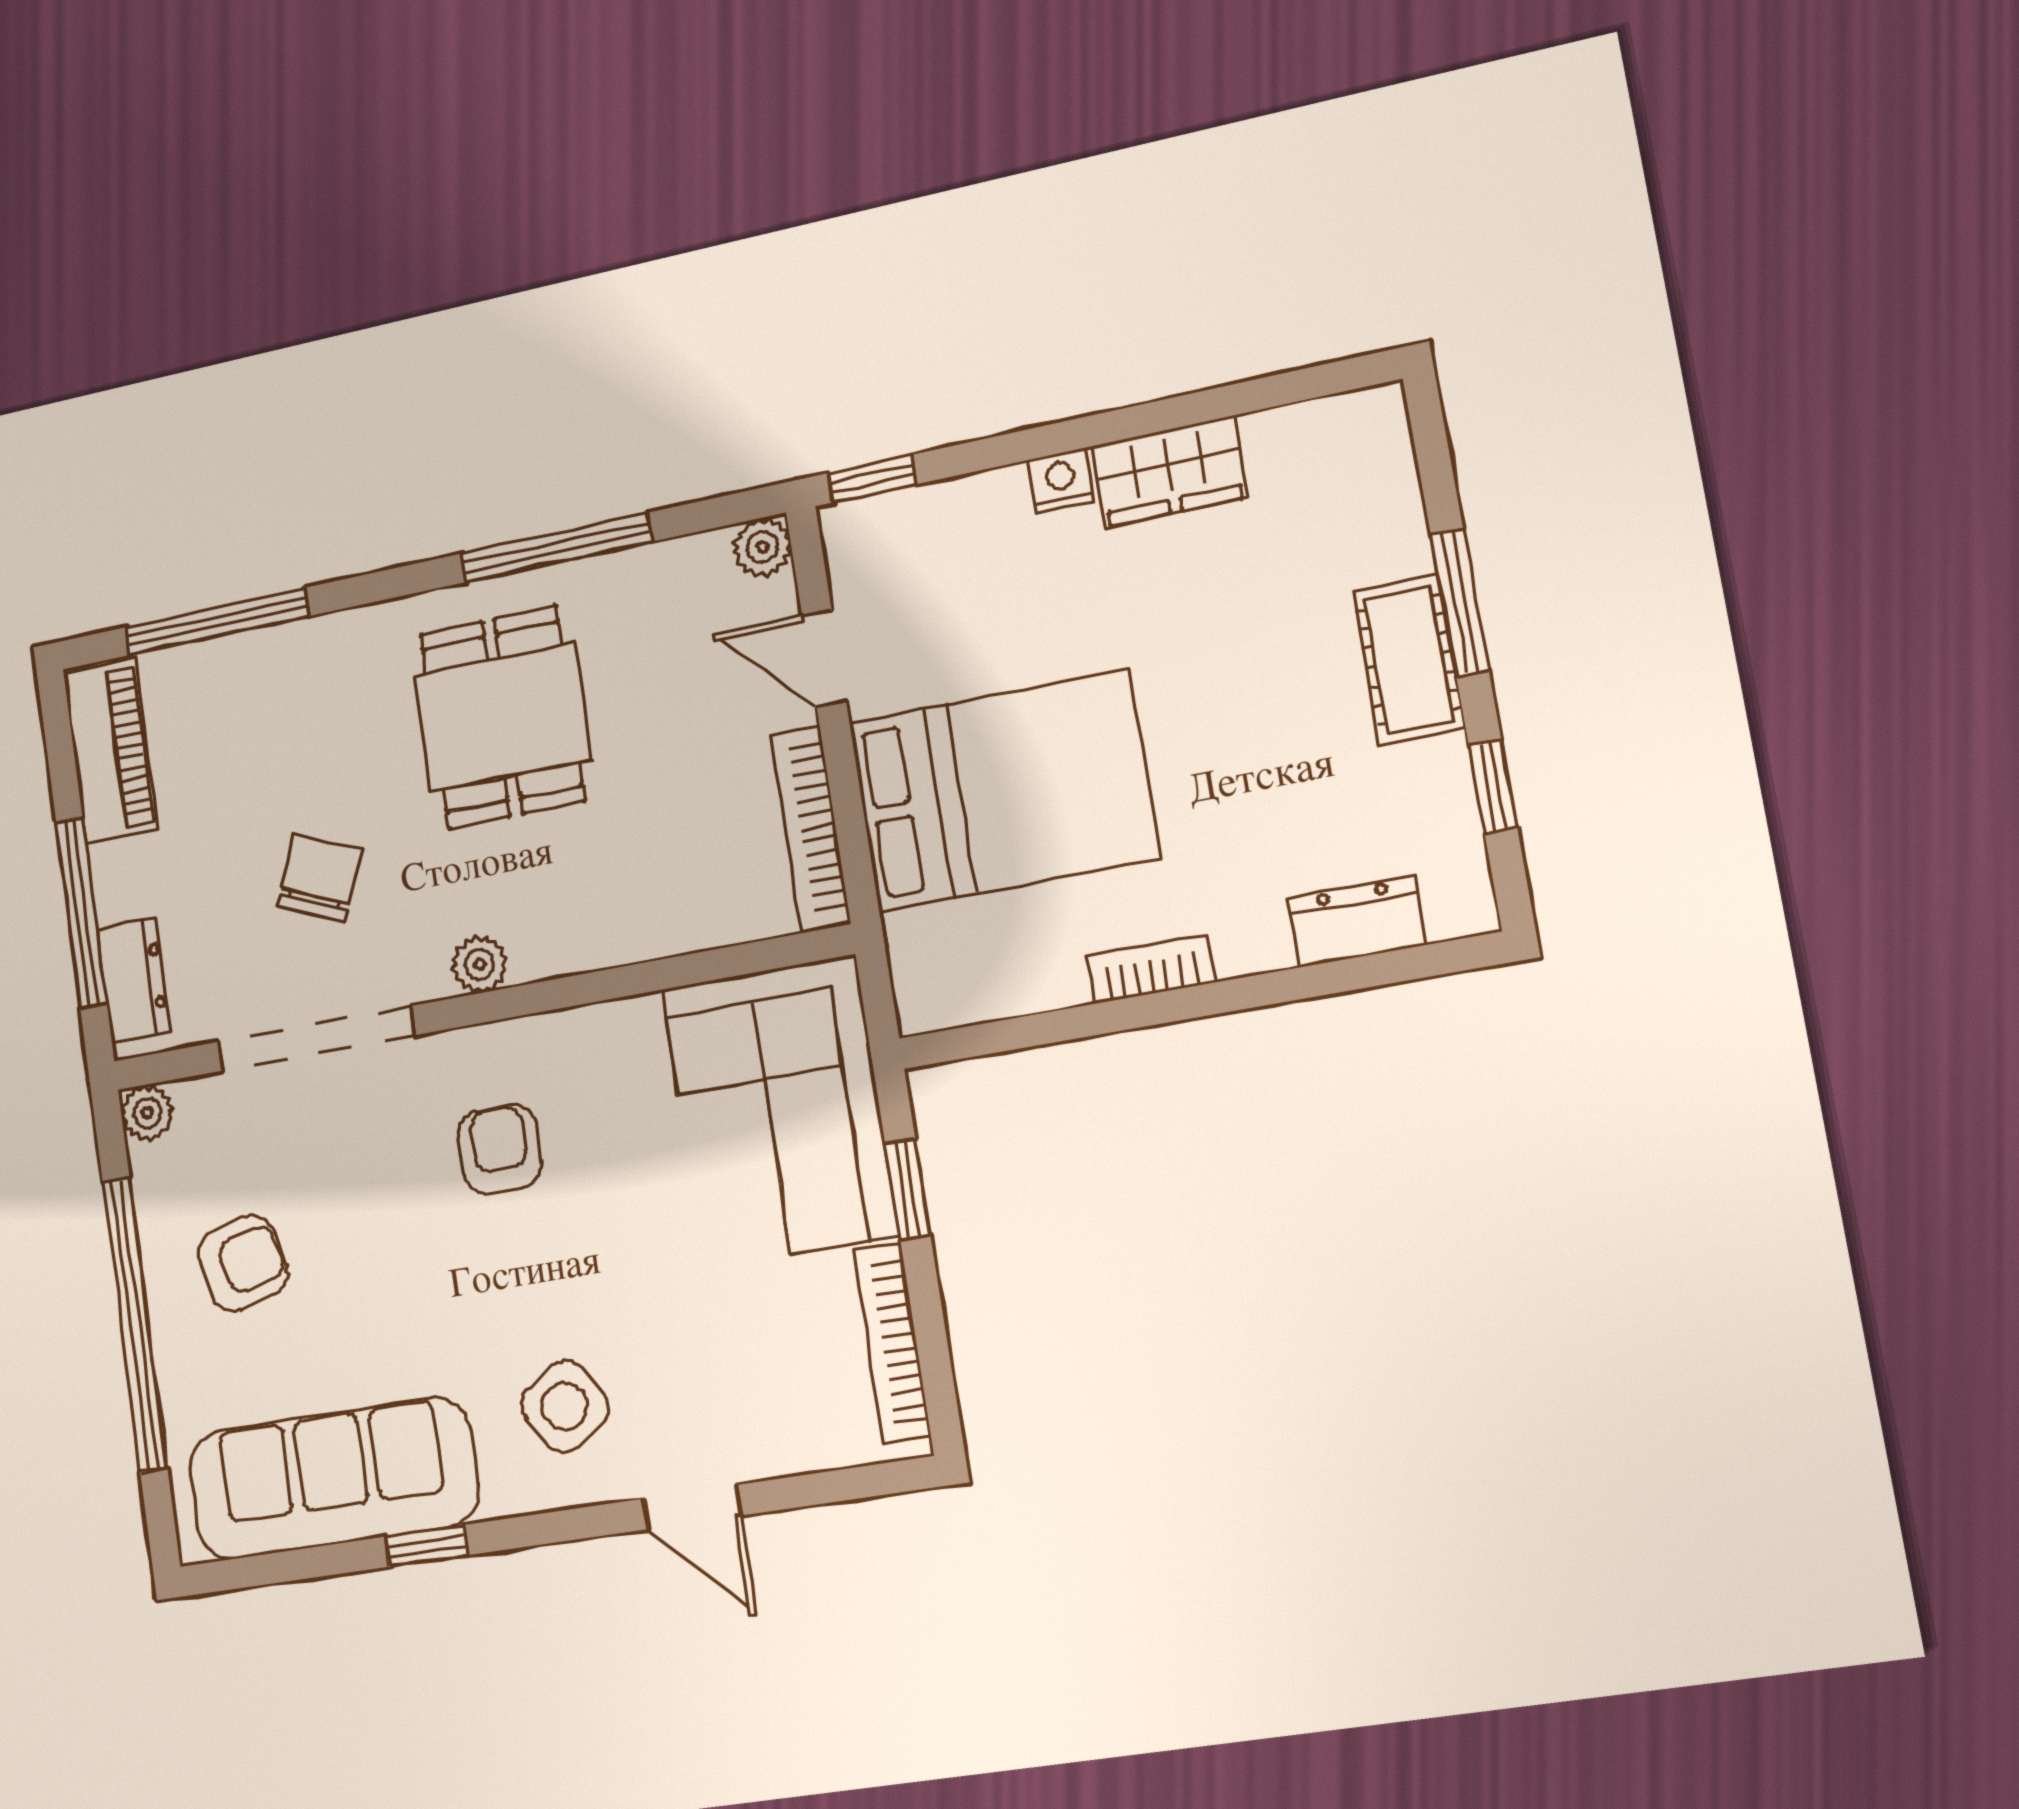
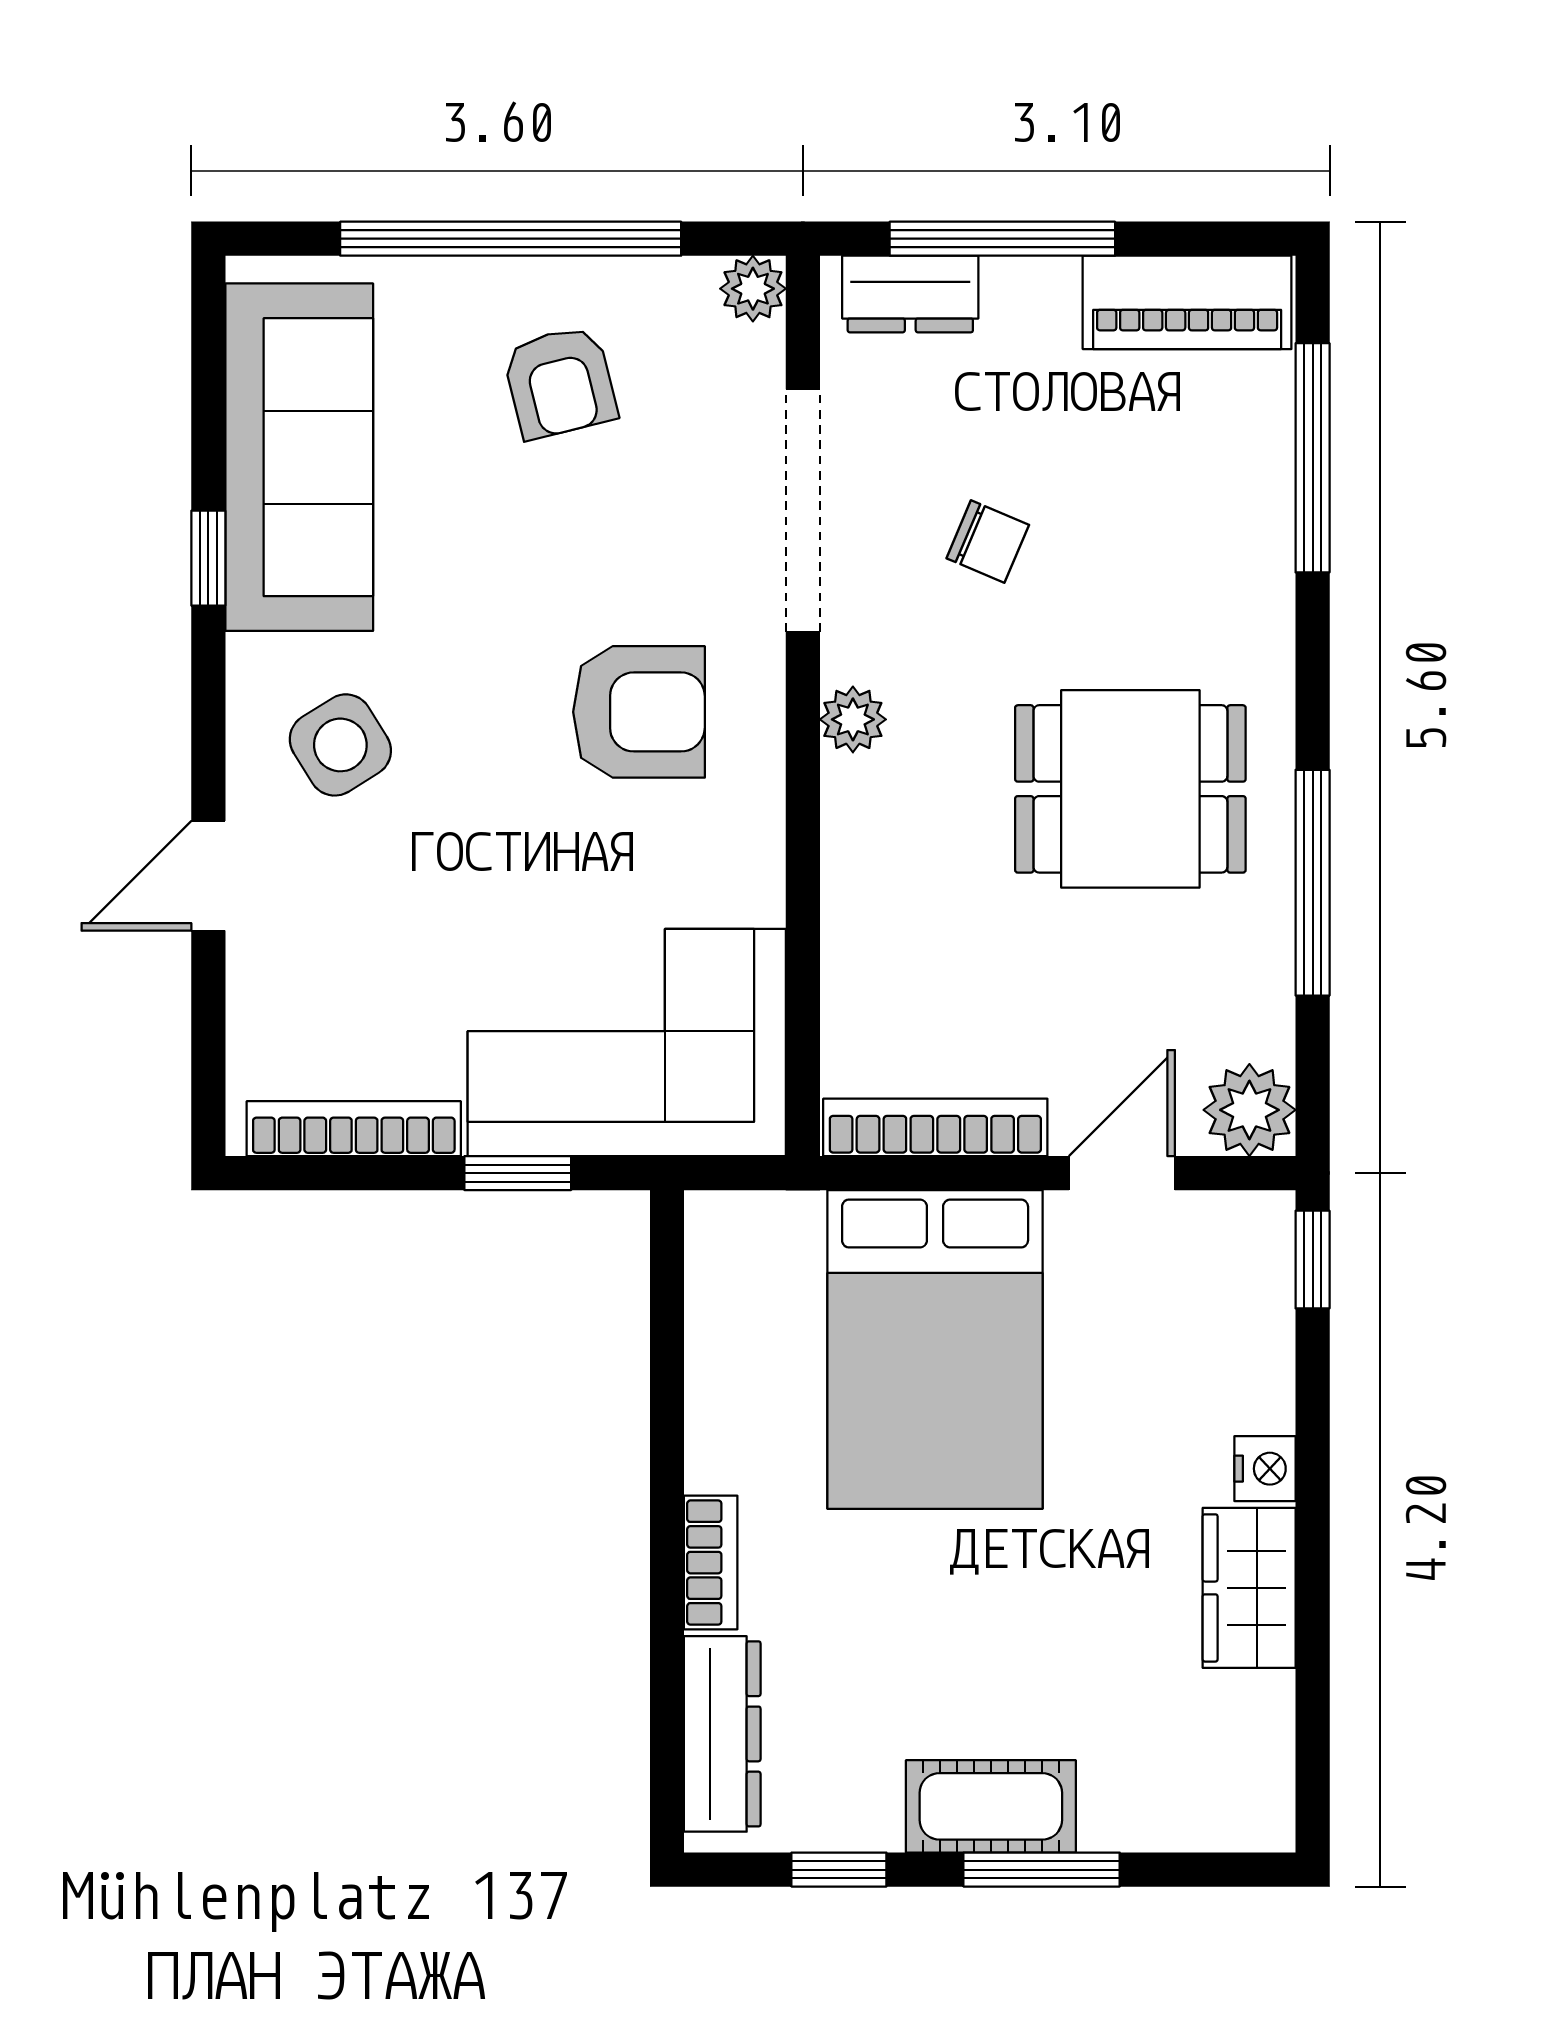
plant: (762, 547) -> (1249, 1110), width x1.38, depth x1.38
chair: (320, 878) -> (988, 542), width x0.73, depth x0.73
dresser: (1357, 921) -> (722, 1734), width x1.44
bookcase: (1151, 969) -> (711, 1563), moved
armchair: (500, 1149) -> (639, 712), width x1.38, depth x1.38

